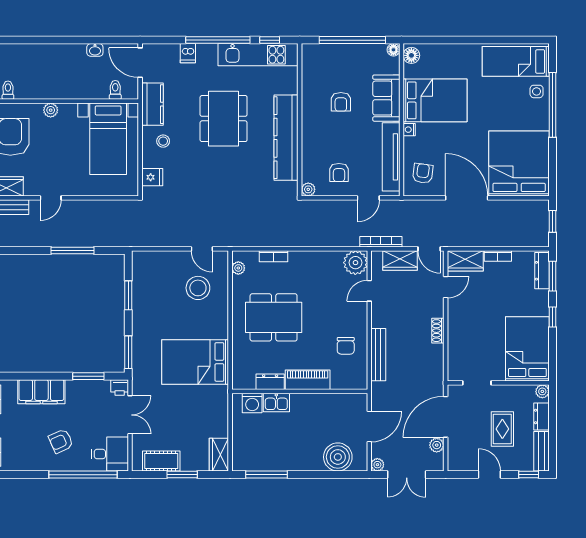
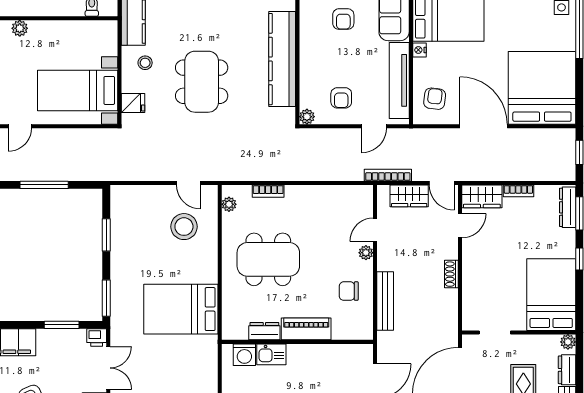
dining table: (224, 119) -> (202, 82), moved
bed with nightstands: (108, 139) -> (78, 90), moved, turned 90
plant: (355, 263) -> (366, 253), moved, width x0.53, depth x0.53
chair: (346, 346) -> (349, 291), turned 90

